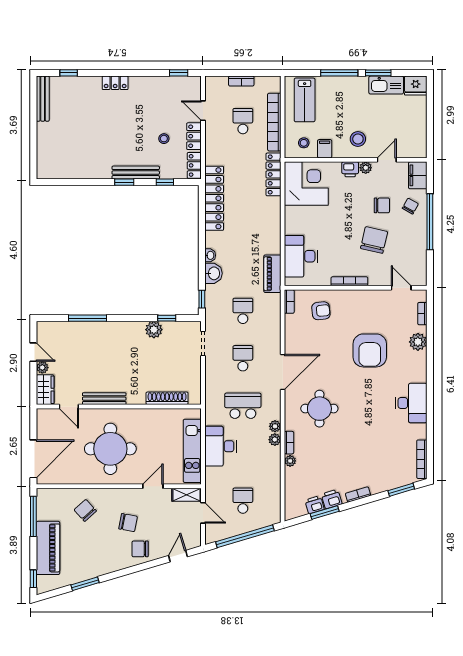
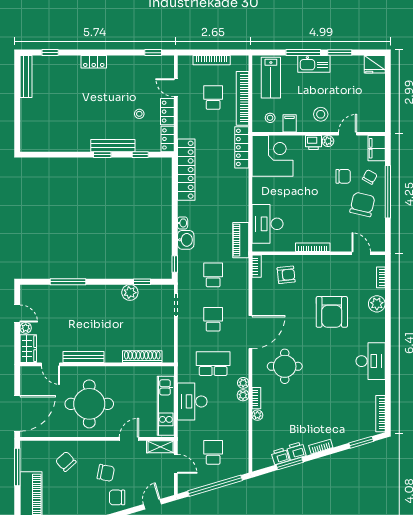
bookcase: (241, 81) -> (212, 60), width x1.56
kitchen sink: (386, 85) -> (314, 64), moved
chair: (374, 240) -> (362, 204), moved

